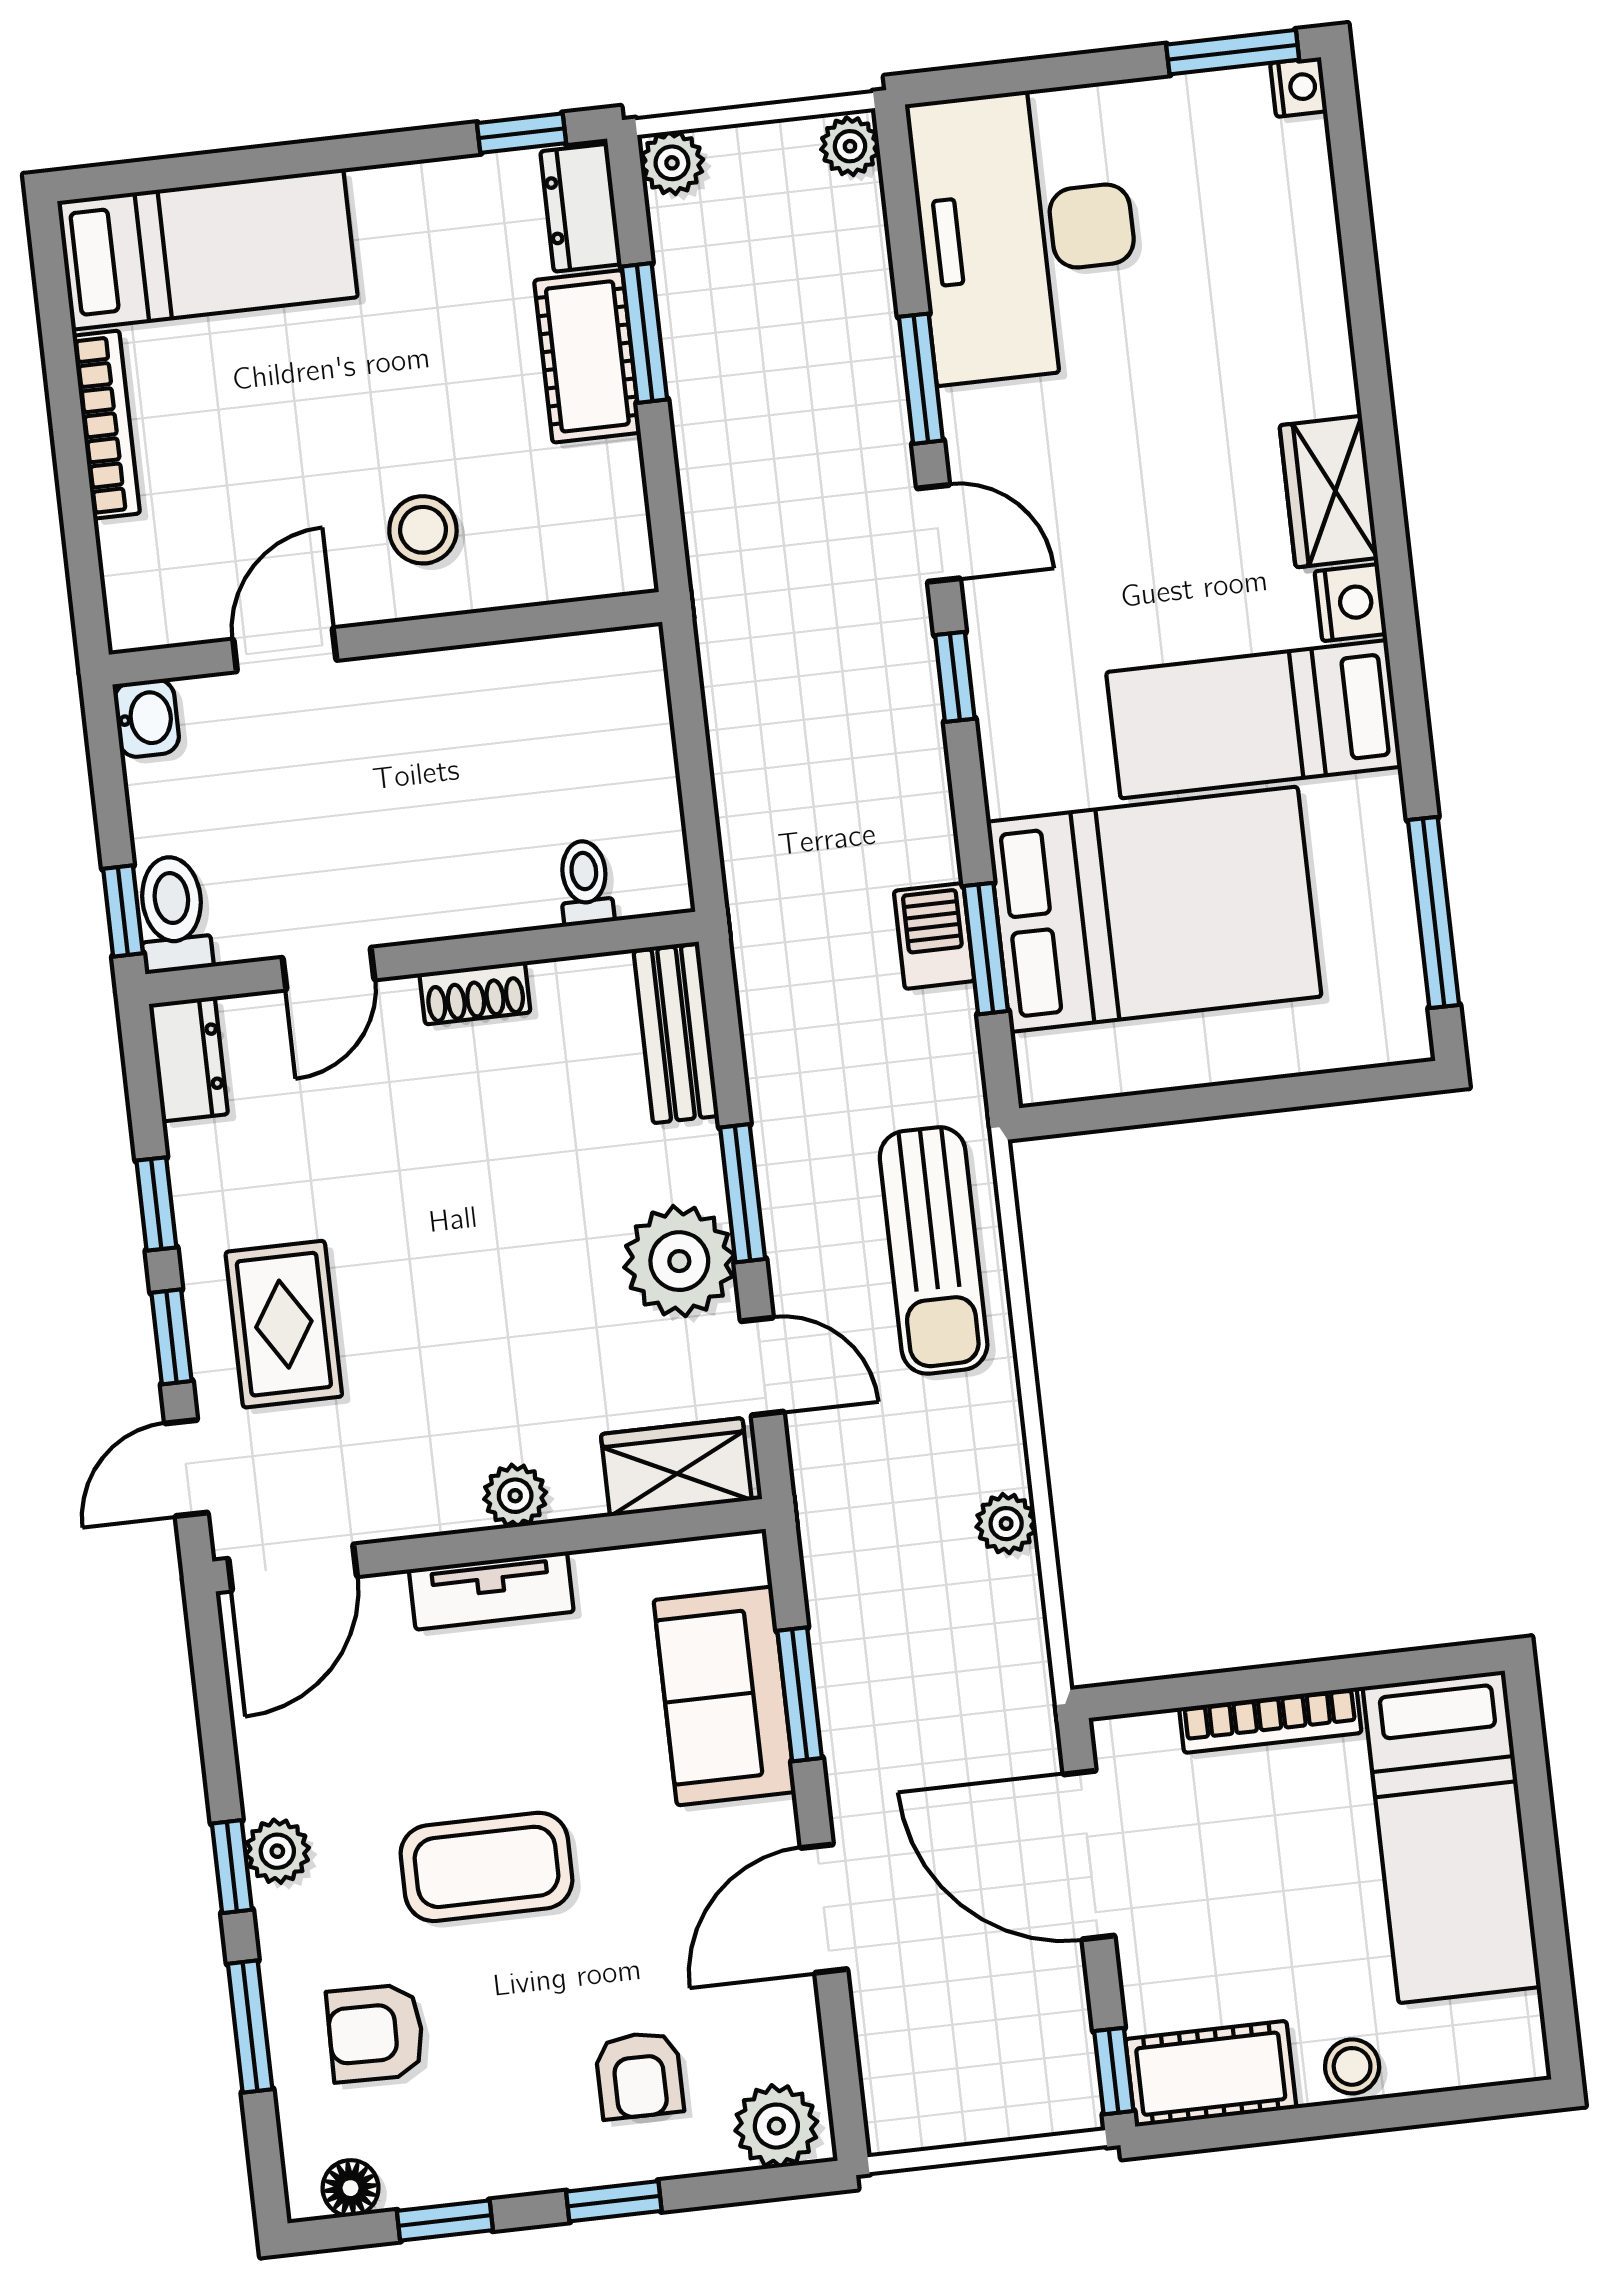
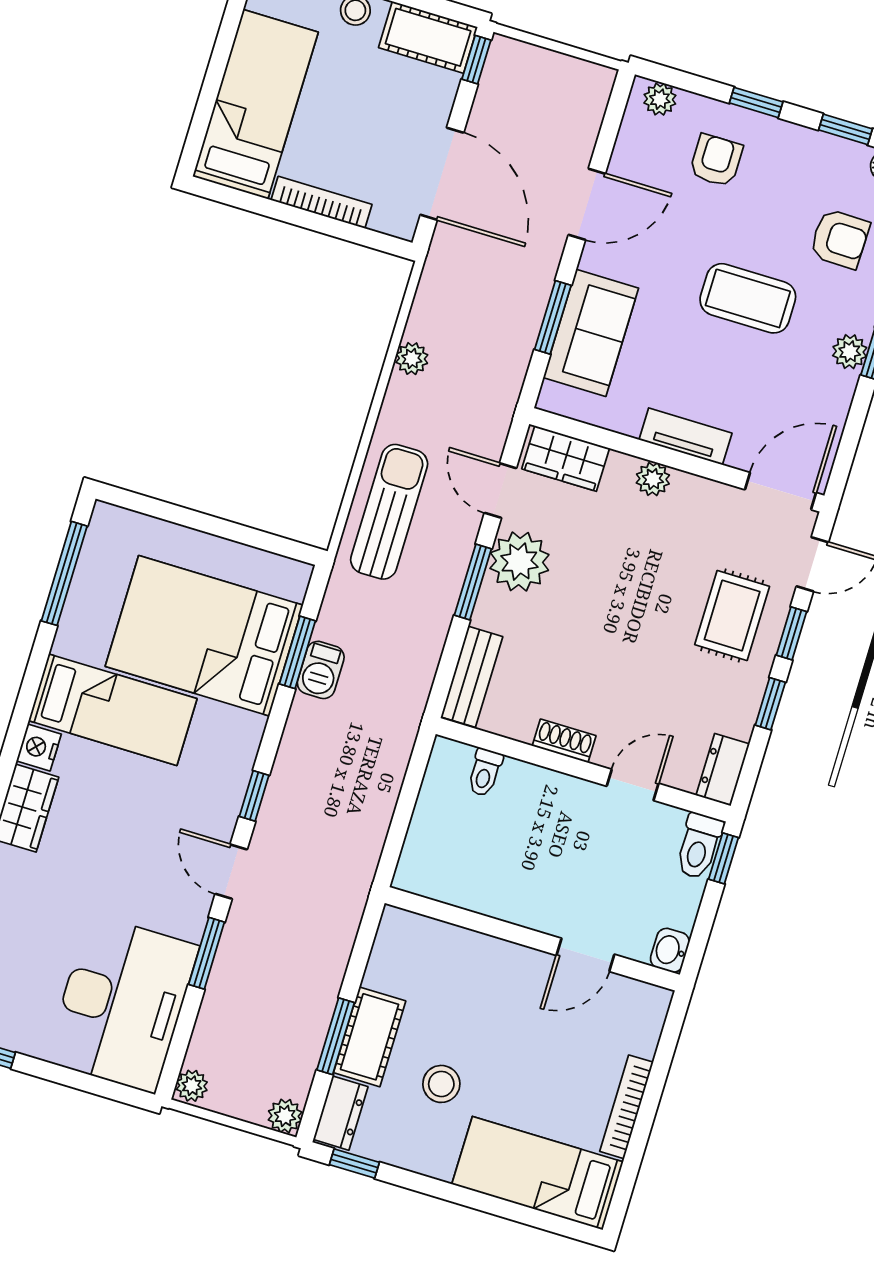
stool: (423, 530) -> (441, 1084), moved
plant: (776, 2126) -> (660, 99), width x0.73, depth x0.73

